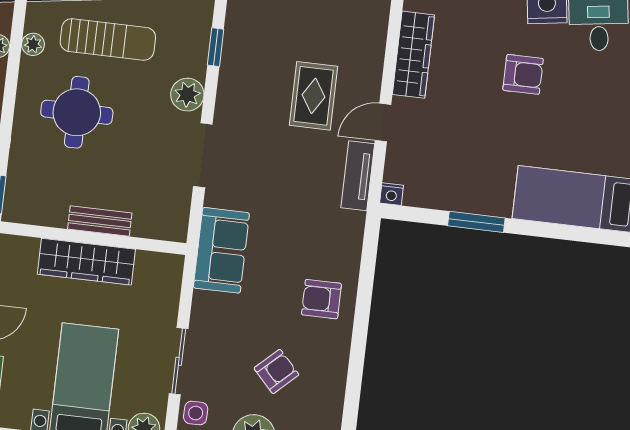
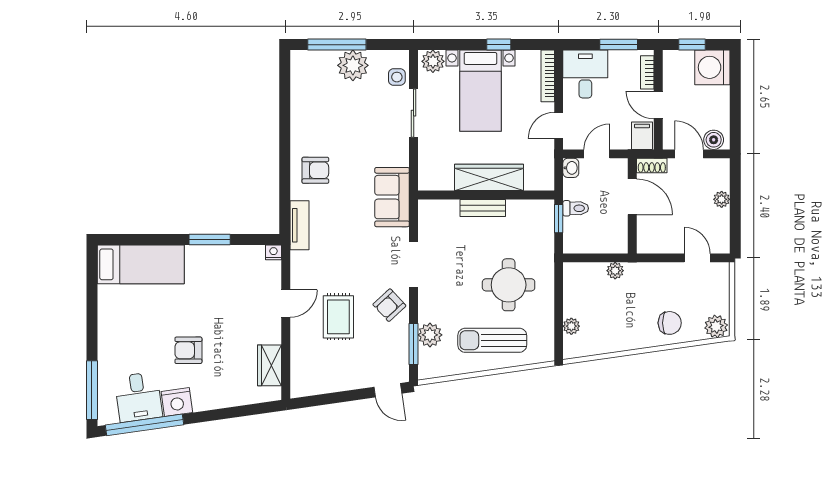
plant: (33, 44) -> (546, 330), removed
window: (216, 47) -> (414, 344), width x1.50
wardrobe: (413, 55) -> (270, 365), width x0.67
plant: (187, 95) -> (430, 335), moved
tv unit: (358, 176) -> (300, 225), moved
armchair: (276, 371) -> (389, 305), moved

